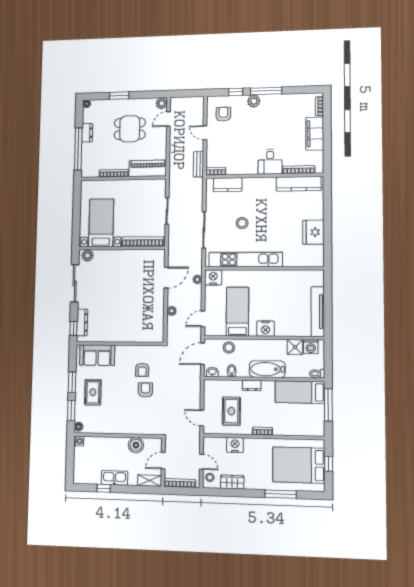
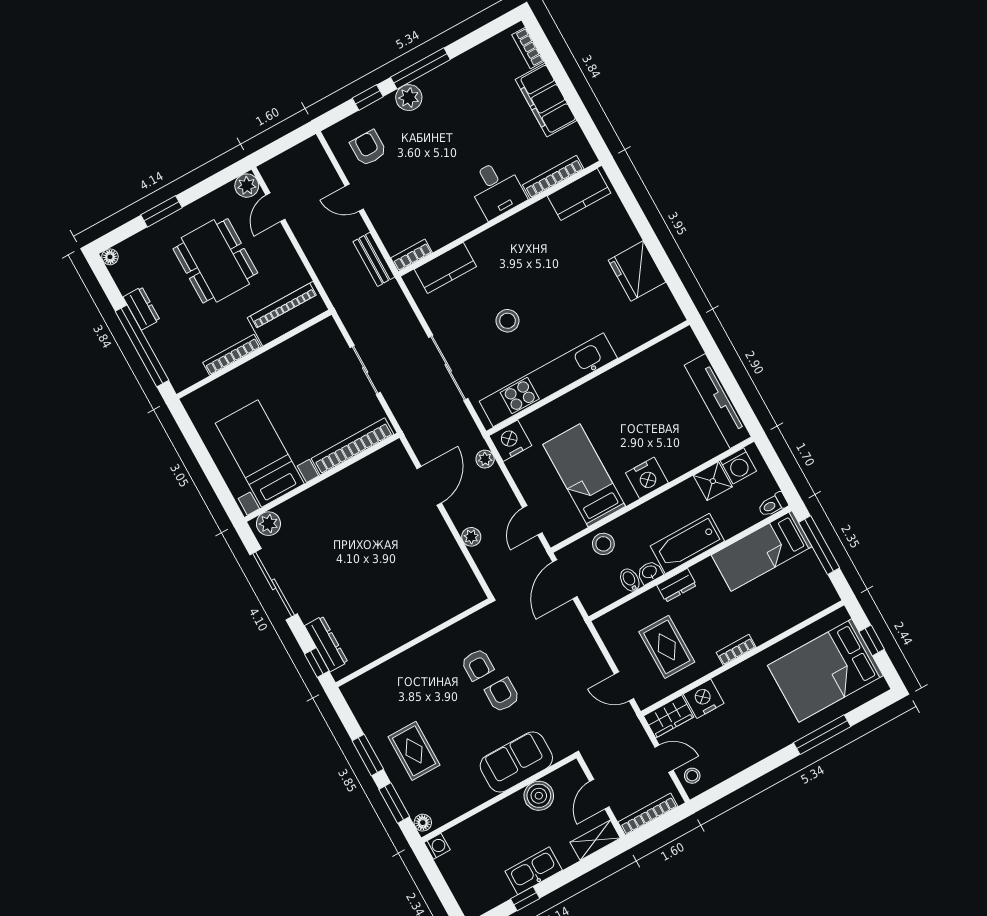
dining table: (130, 129) -> (215, 261), width x1.38
kitchen counter: (299, 184) -> (579, 194), width x0.67
sofa: (97, 355) -> (516, 762), moved, turned 180
washbasin: (212, 372) -> (650, 572), moved
wardrobe: (232, 482) -> (669, 716), moved, turned 180

